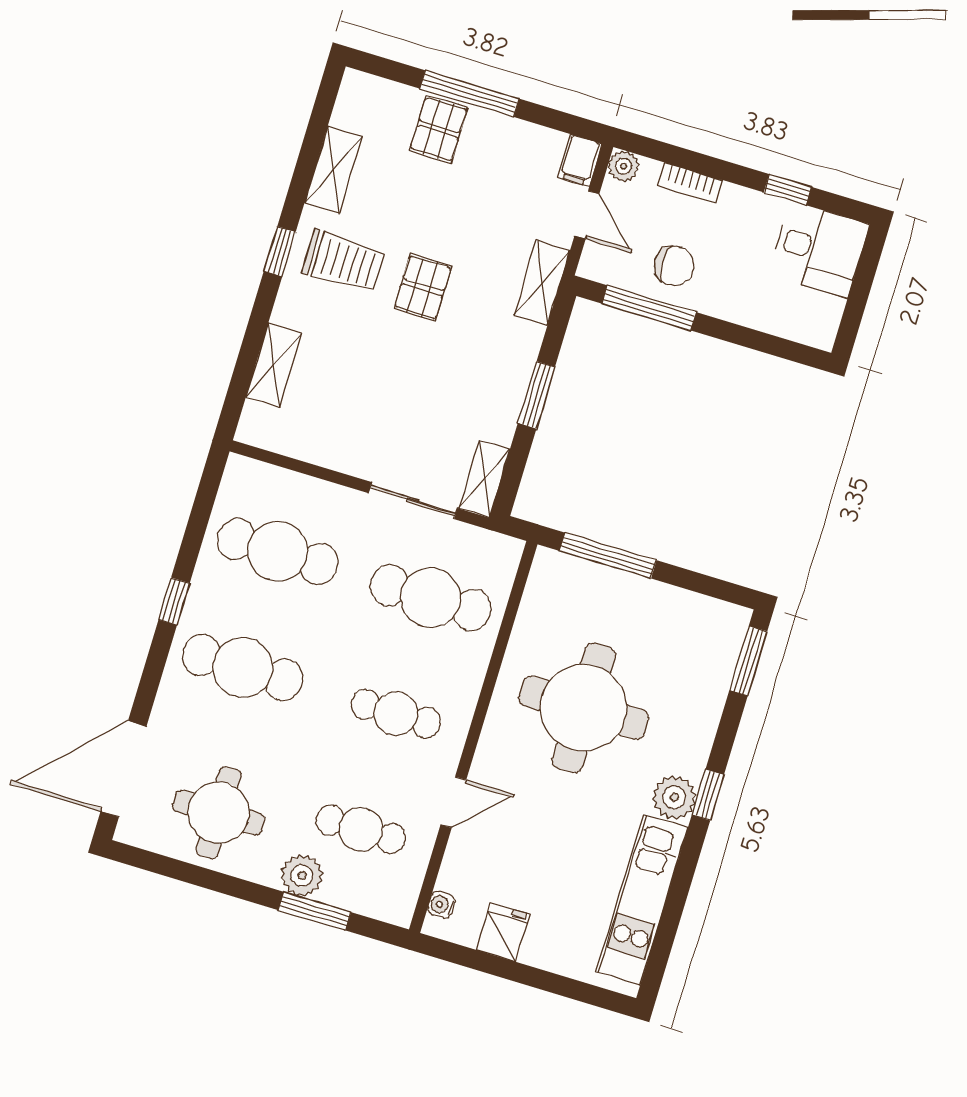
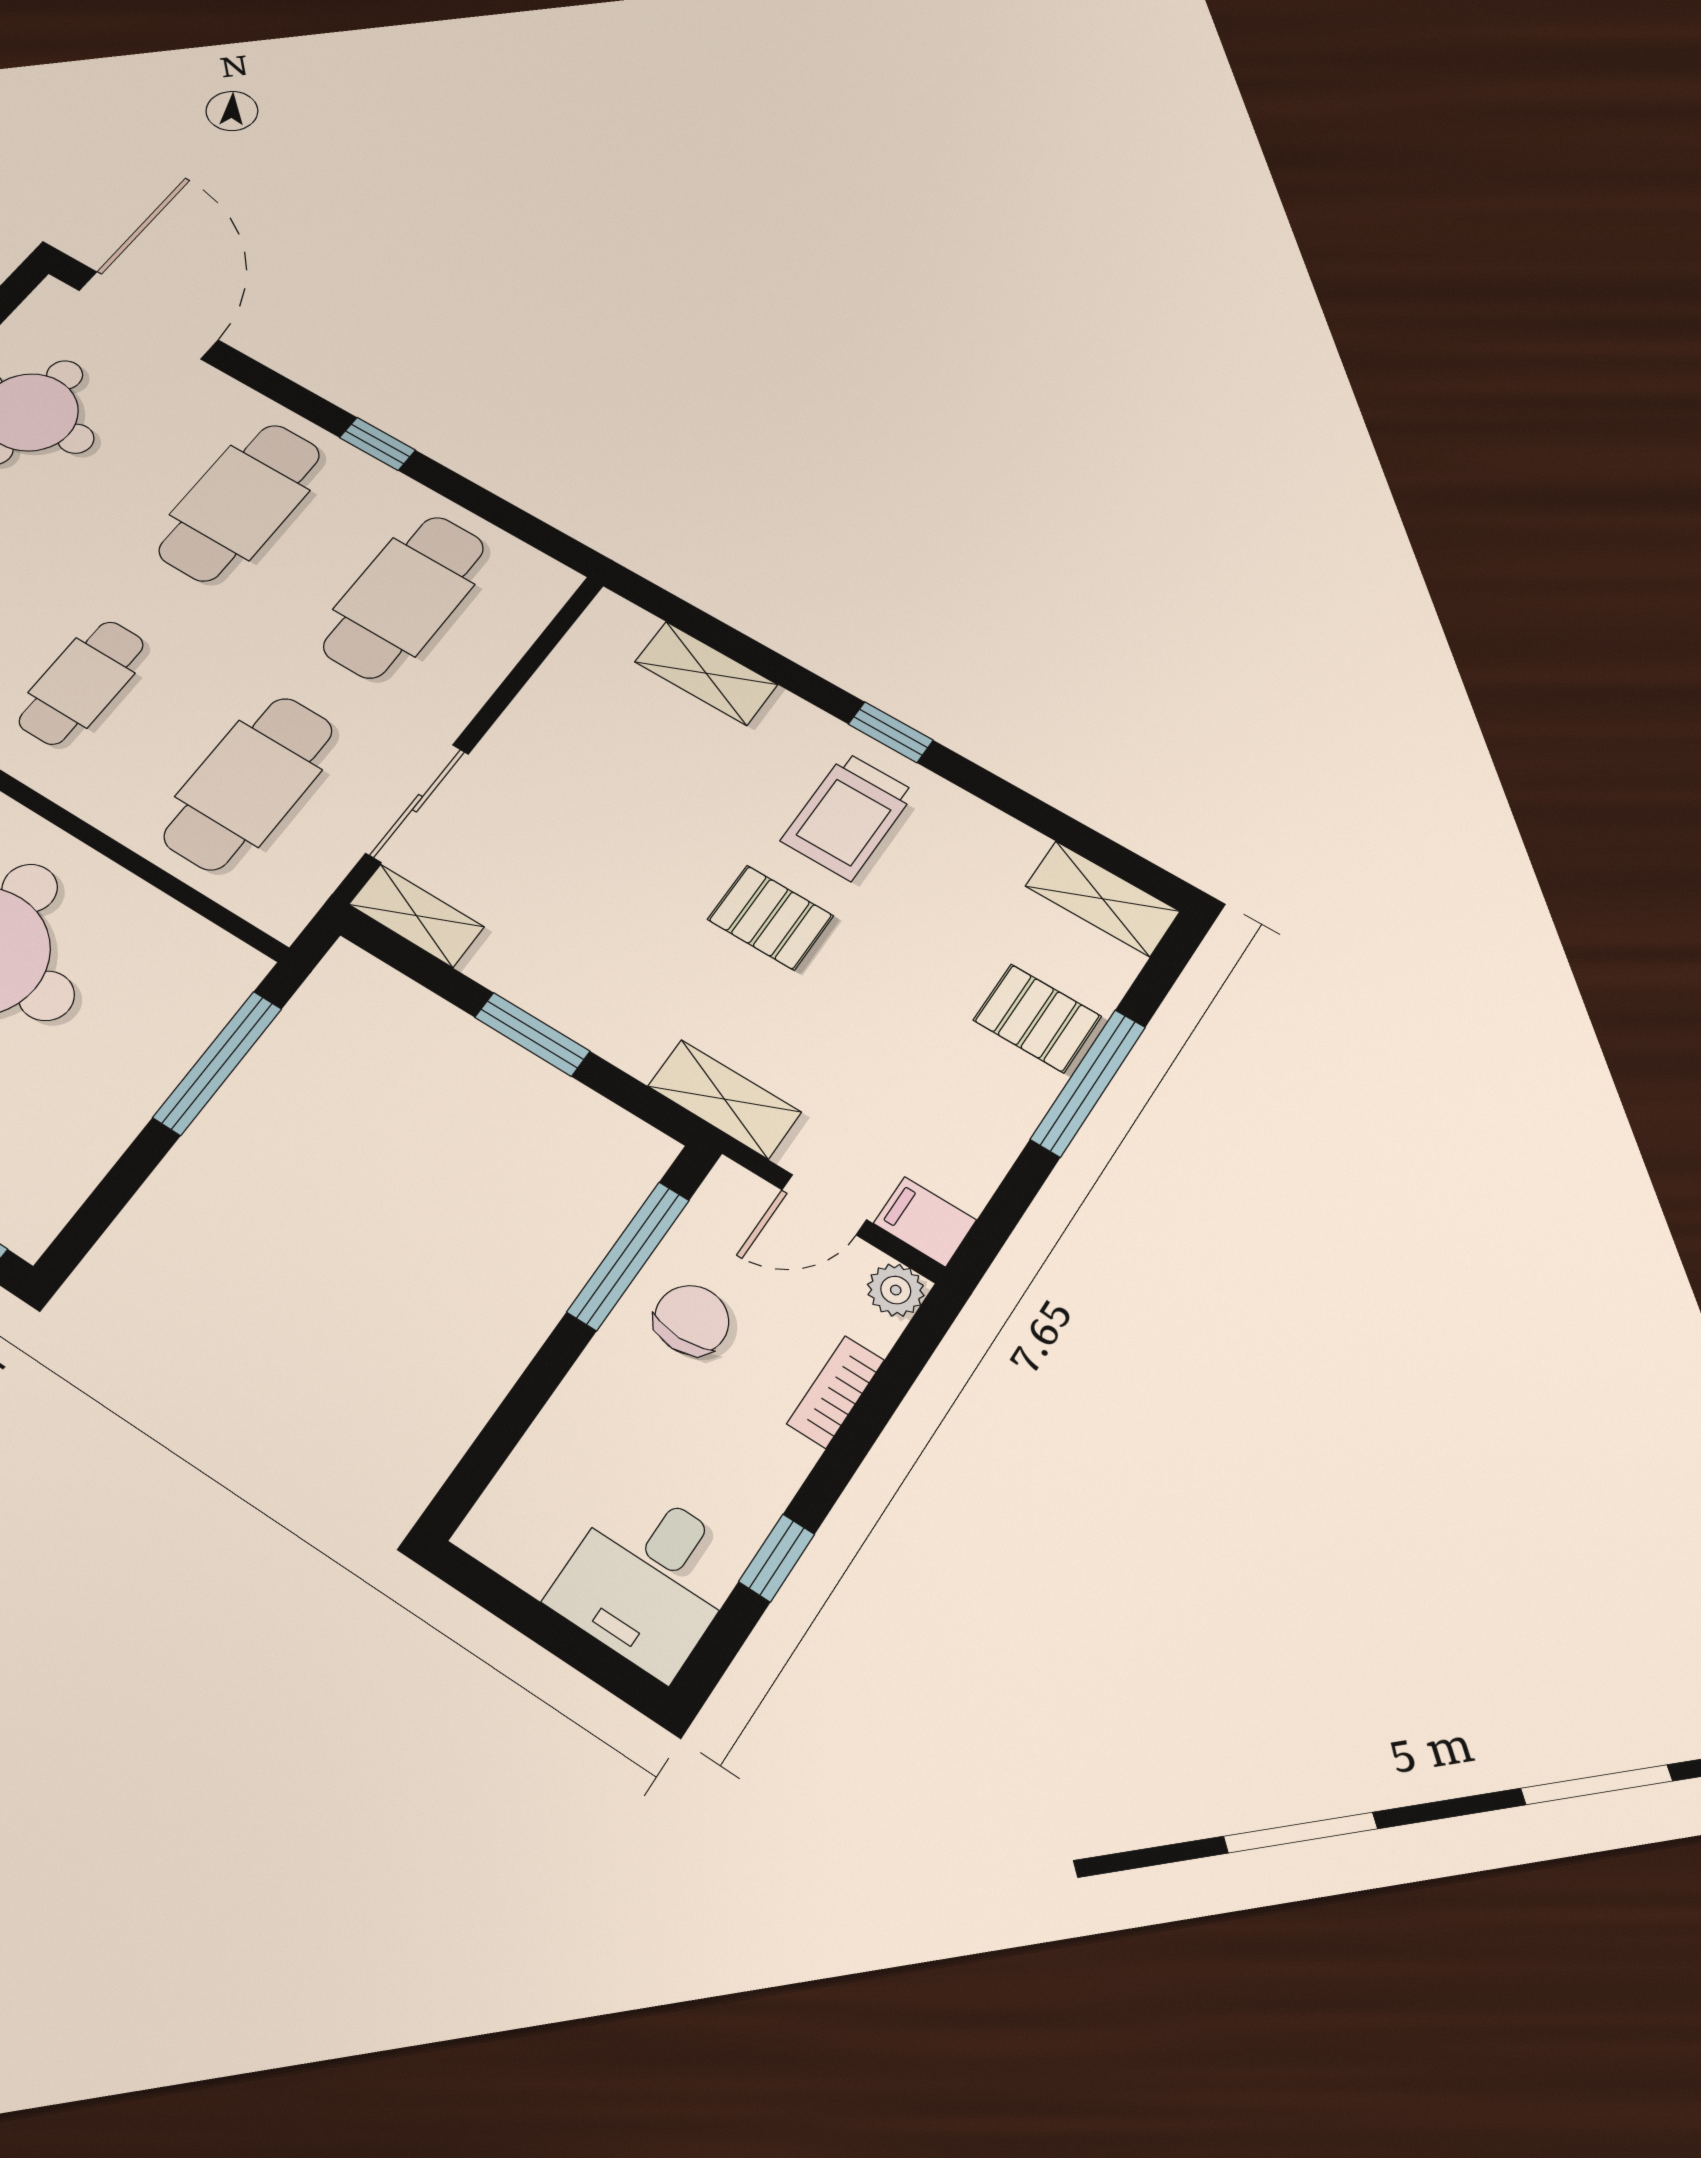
shelving: (333, 170) -> (1102, 899), moved
chair: (674, 266) -> (692, 1320), turned 180

